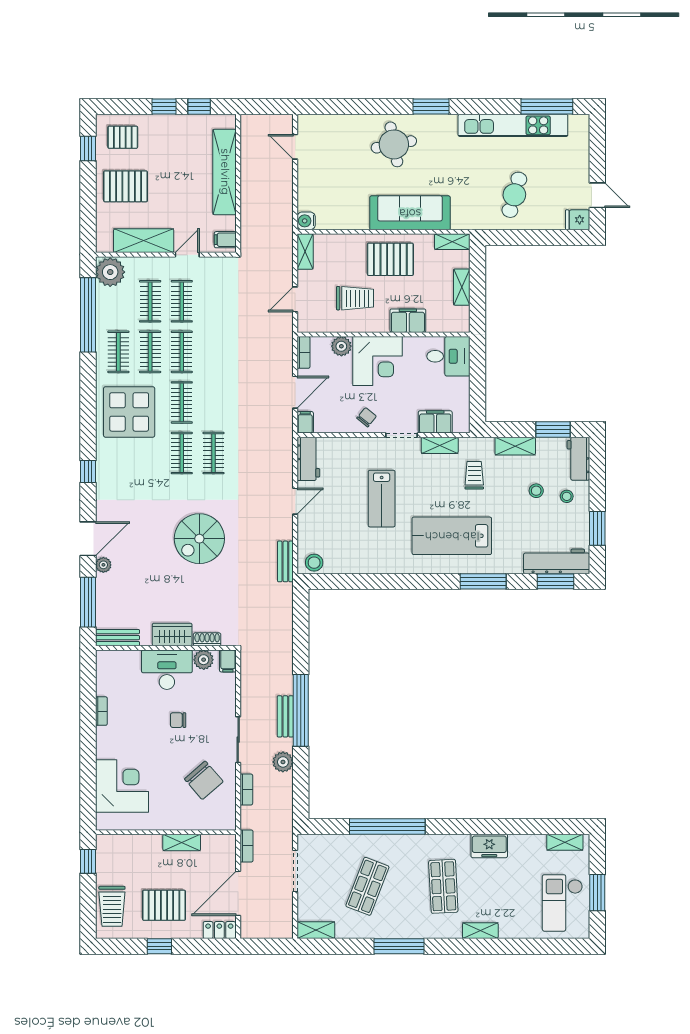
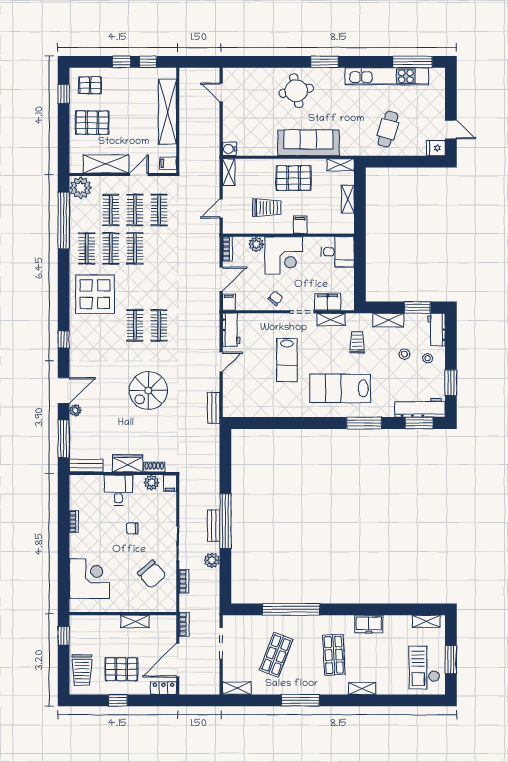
filing cabinet: (408, 321) -> (300, 225), width x0.50
clothes rail: (182, 402) -> (159, 210), moved
stool: (314, 563) -> (236, 409), removed
desk: (167, 670) -> (118, 490), width x0.73

